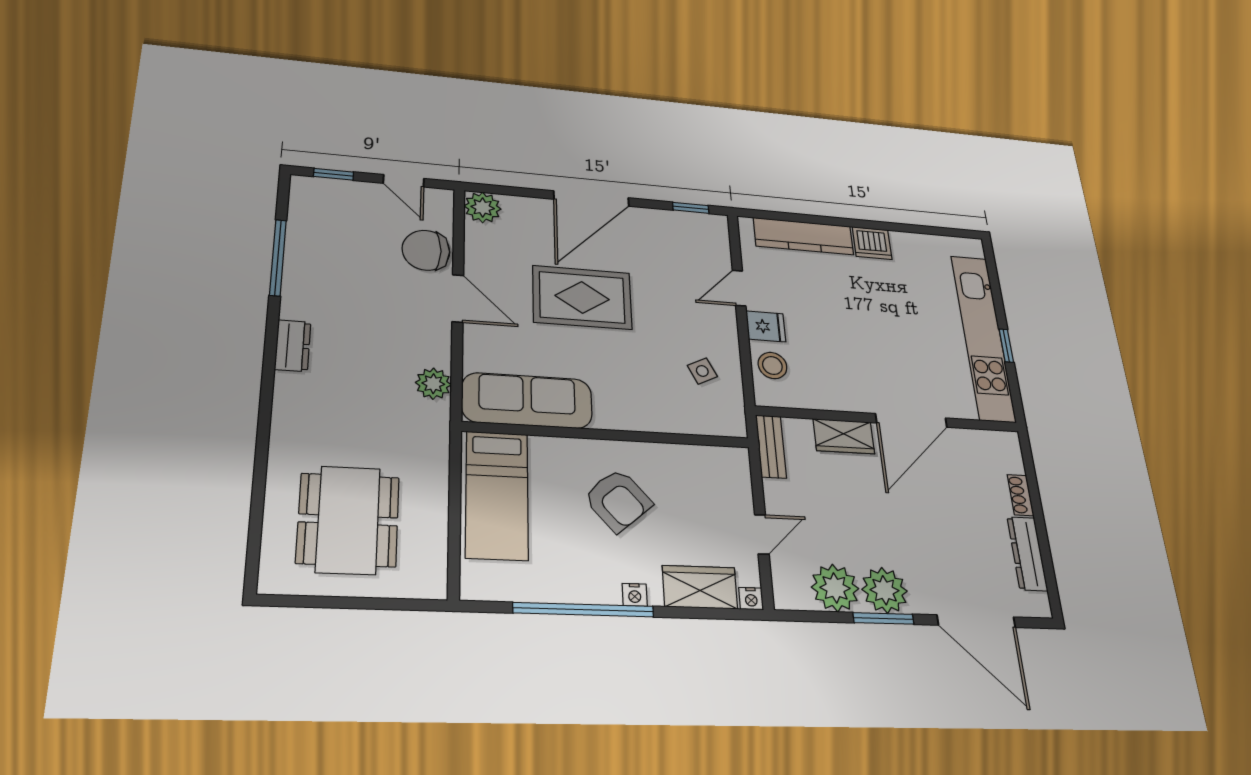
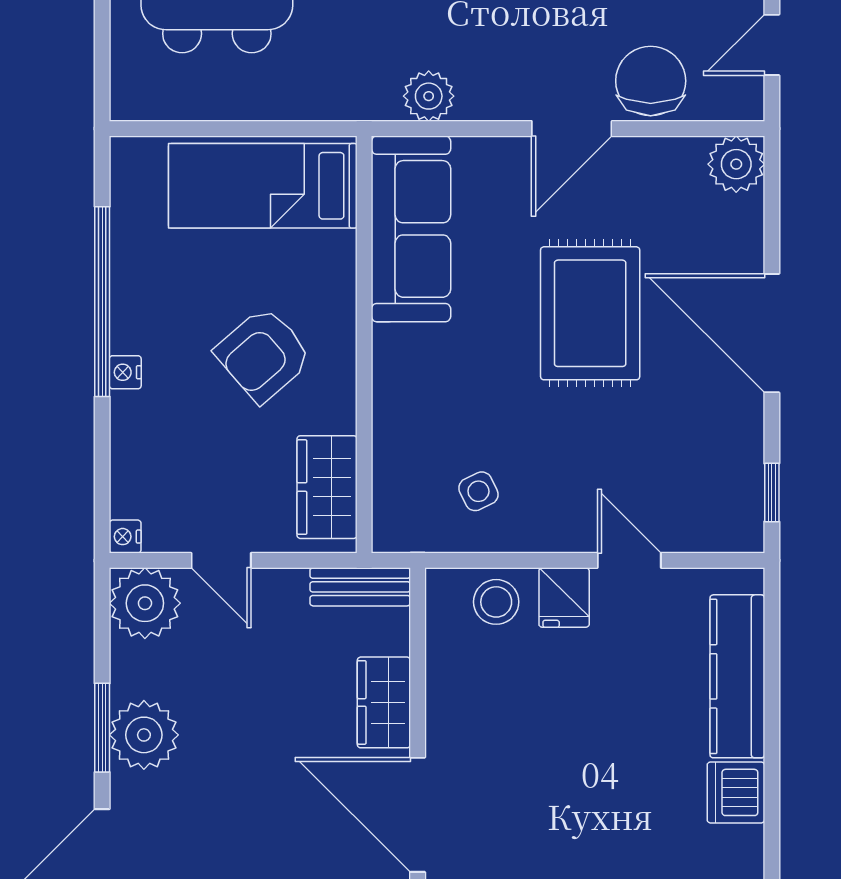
wardrobe: (700, 587) -> (327, 487), moved, turned 180
plant: (835, 588) -> (145, 603), moved

